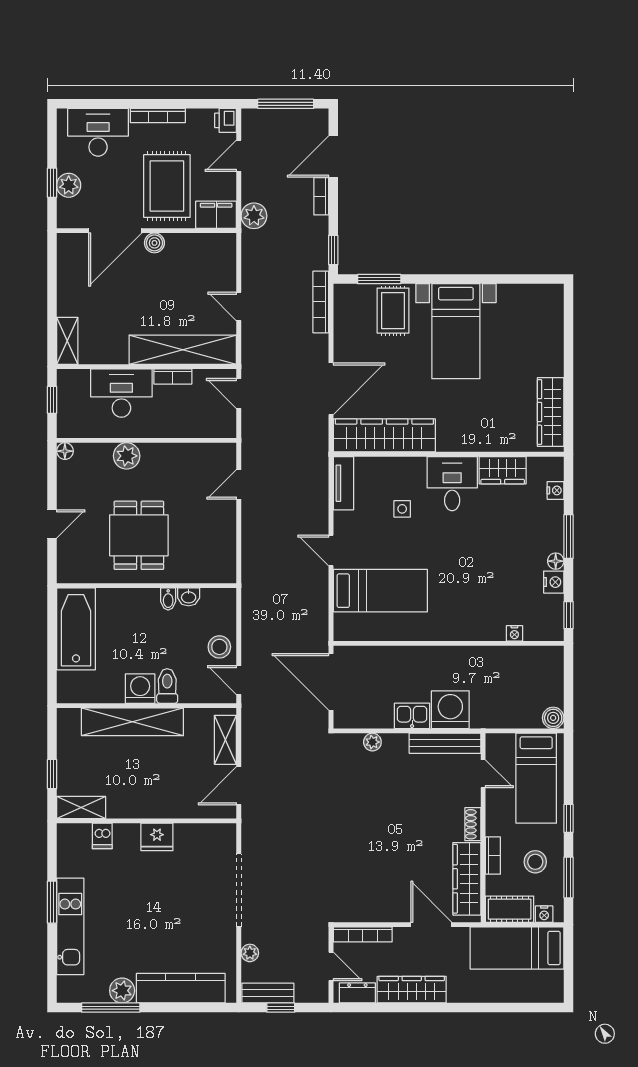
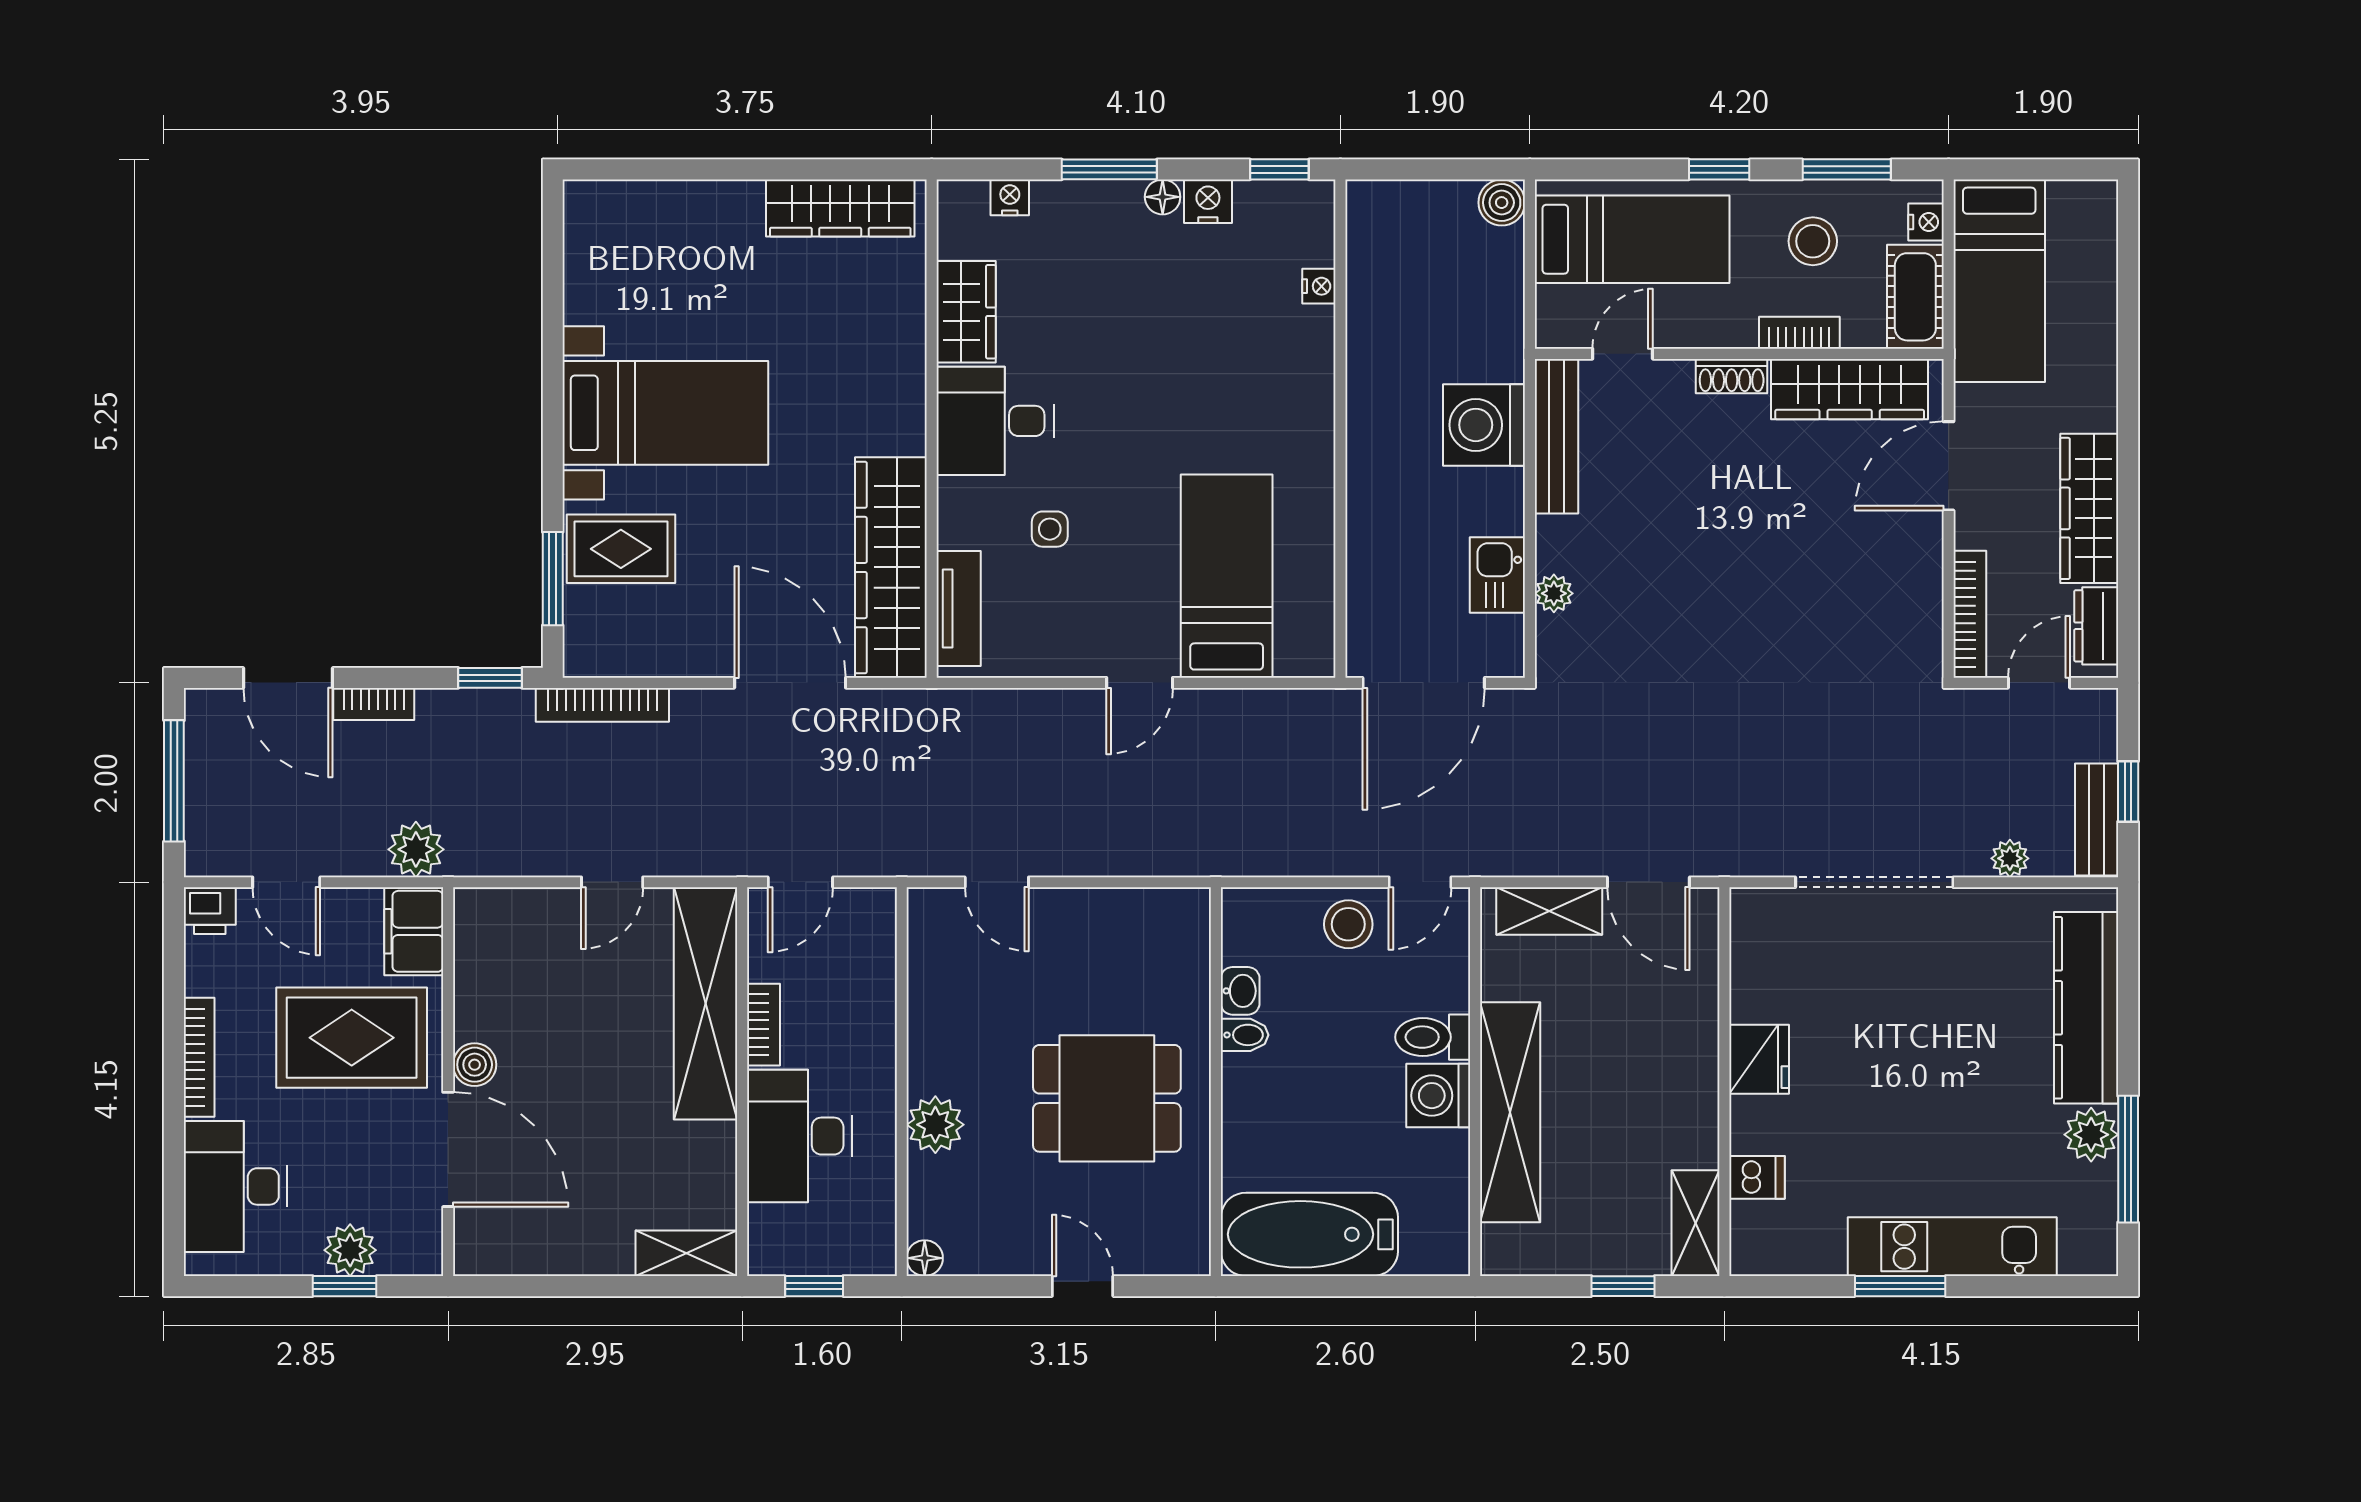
tv unit: (343, 483) -> (959, 608), moved, turned 90
kitchen sink: (412, 716) -> (1497, 575), moved

